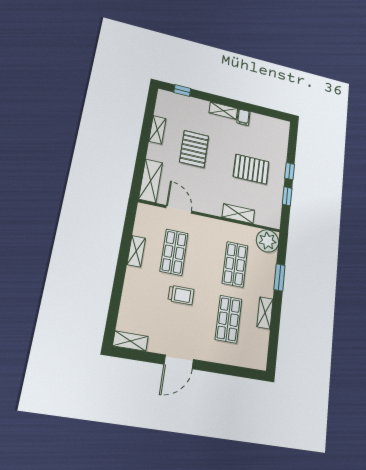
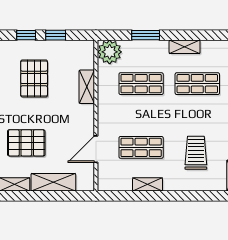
shelving: (151, 181) -> (53, 182), moved
trolley: (181, 295) -> (196, 153), moved, width x1.36, depth x1.39

